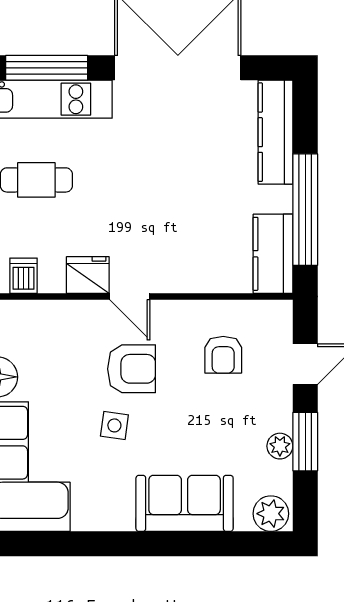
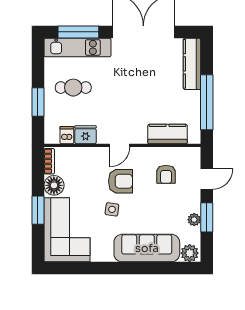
kitchen counter: (273, 254) -> (168, 134), moved, turned 90
fridge: (88, 275) -> (86, 135), moved
door: (130, 297) -> (120, 145), hinge flipped
sofa: (185, 503) -> (147, 248), width x1.36

